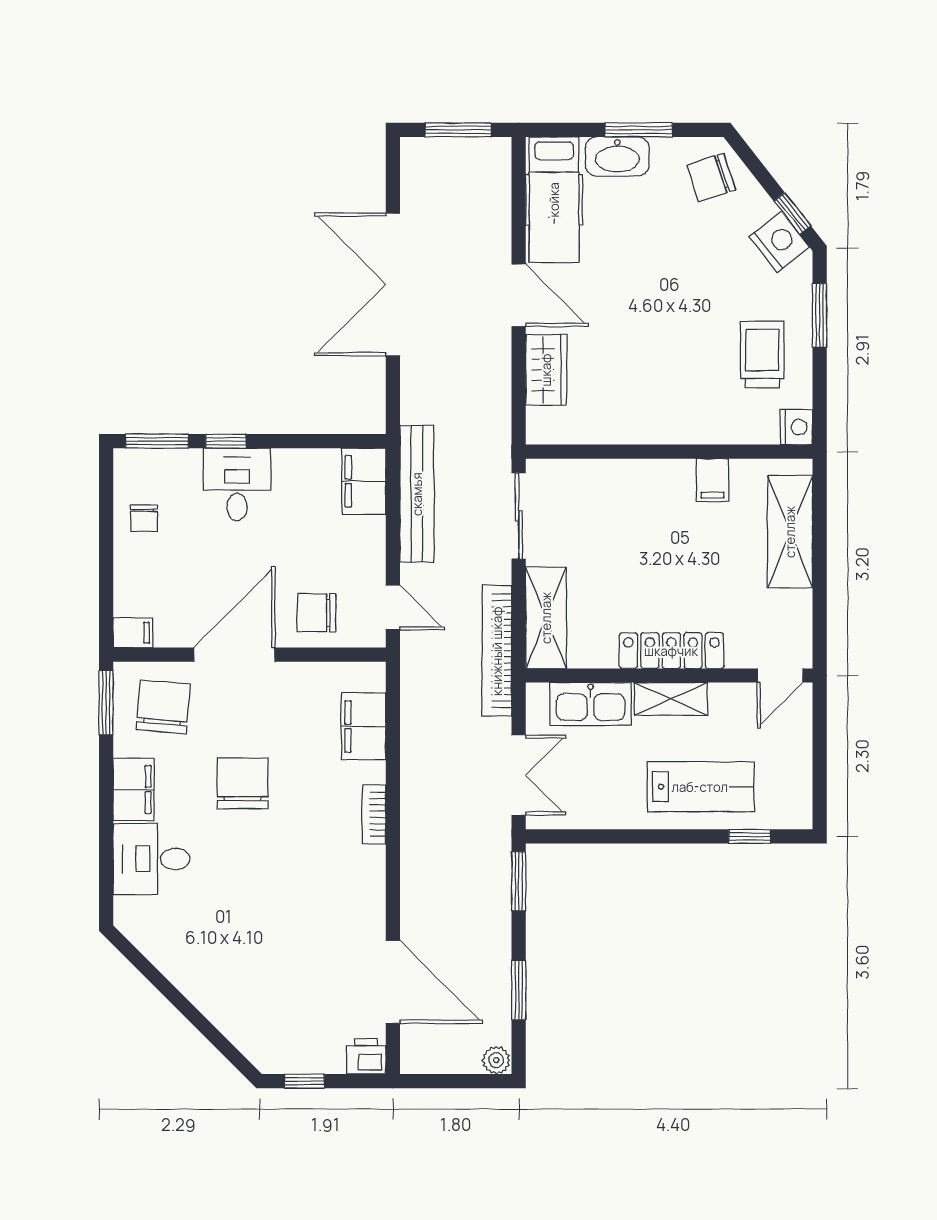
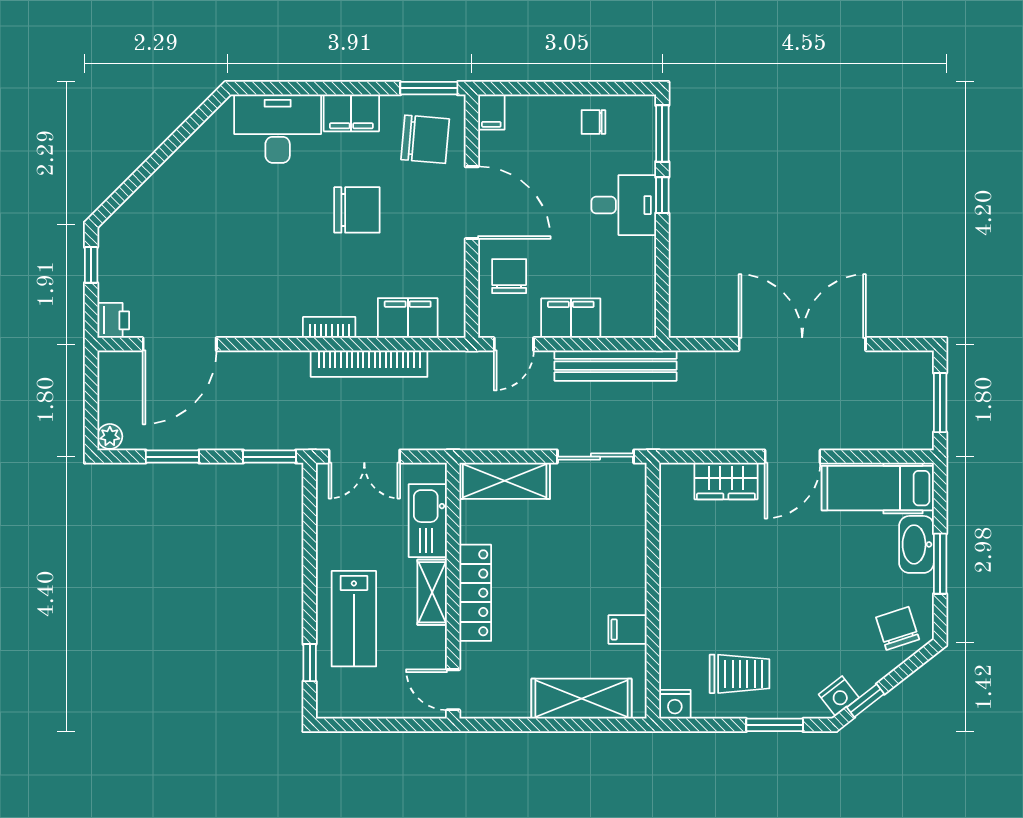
nightstand: (779, 242) -> (839, 696), width x0.74, depth x0.75
filing cabinet: (364, 481) -> (571, 318), moved
bookcase: (497, 651) -> (369, 364), moved, turned 180
desk: (151, 859) -> (278, 129), width x1.37

